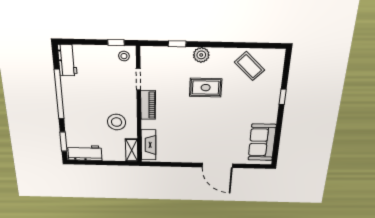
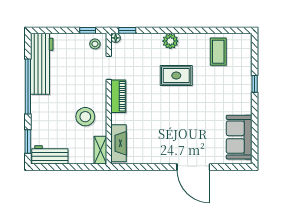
window: (177, 44) -> (127, 30), moved
floor lamp: (145, 51) -> (116, 38), added
workbench: (67, 60) -> (42, 64), width x1.88, depth x1.32
coffee table: (250, 66) -> (218, 52), turned 46

